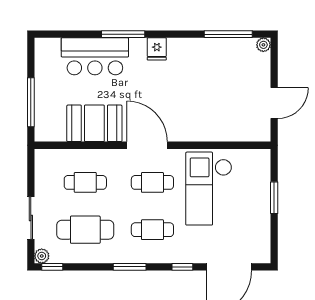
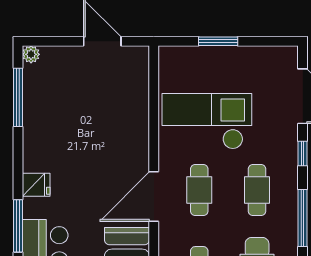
checkout: (209, 189) -> (207, 121), turned 180
window: (130, 267) -> (303, 218), width x1.44

